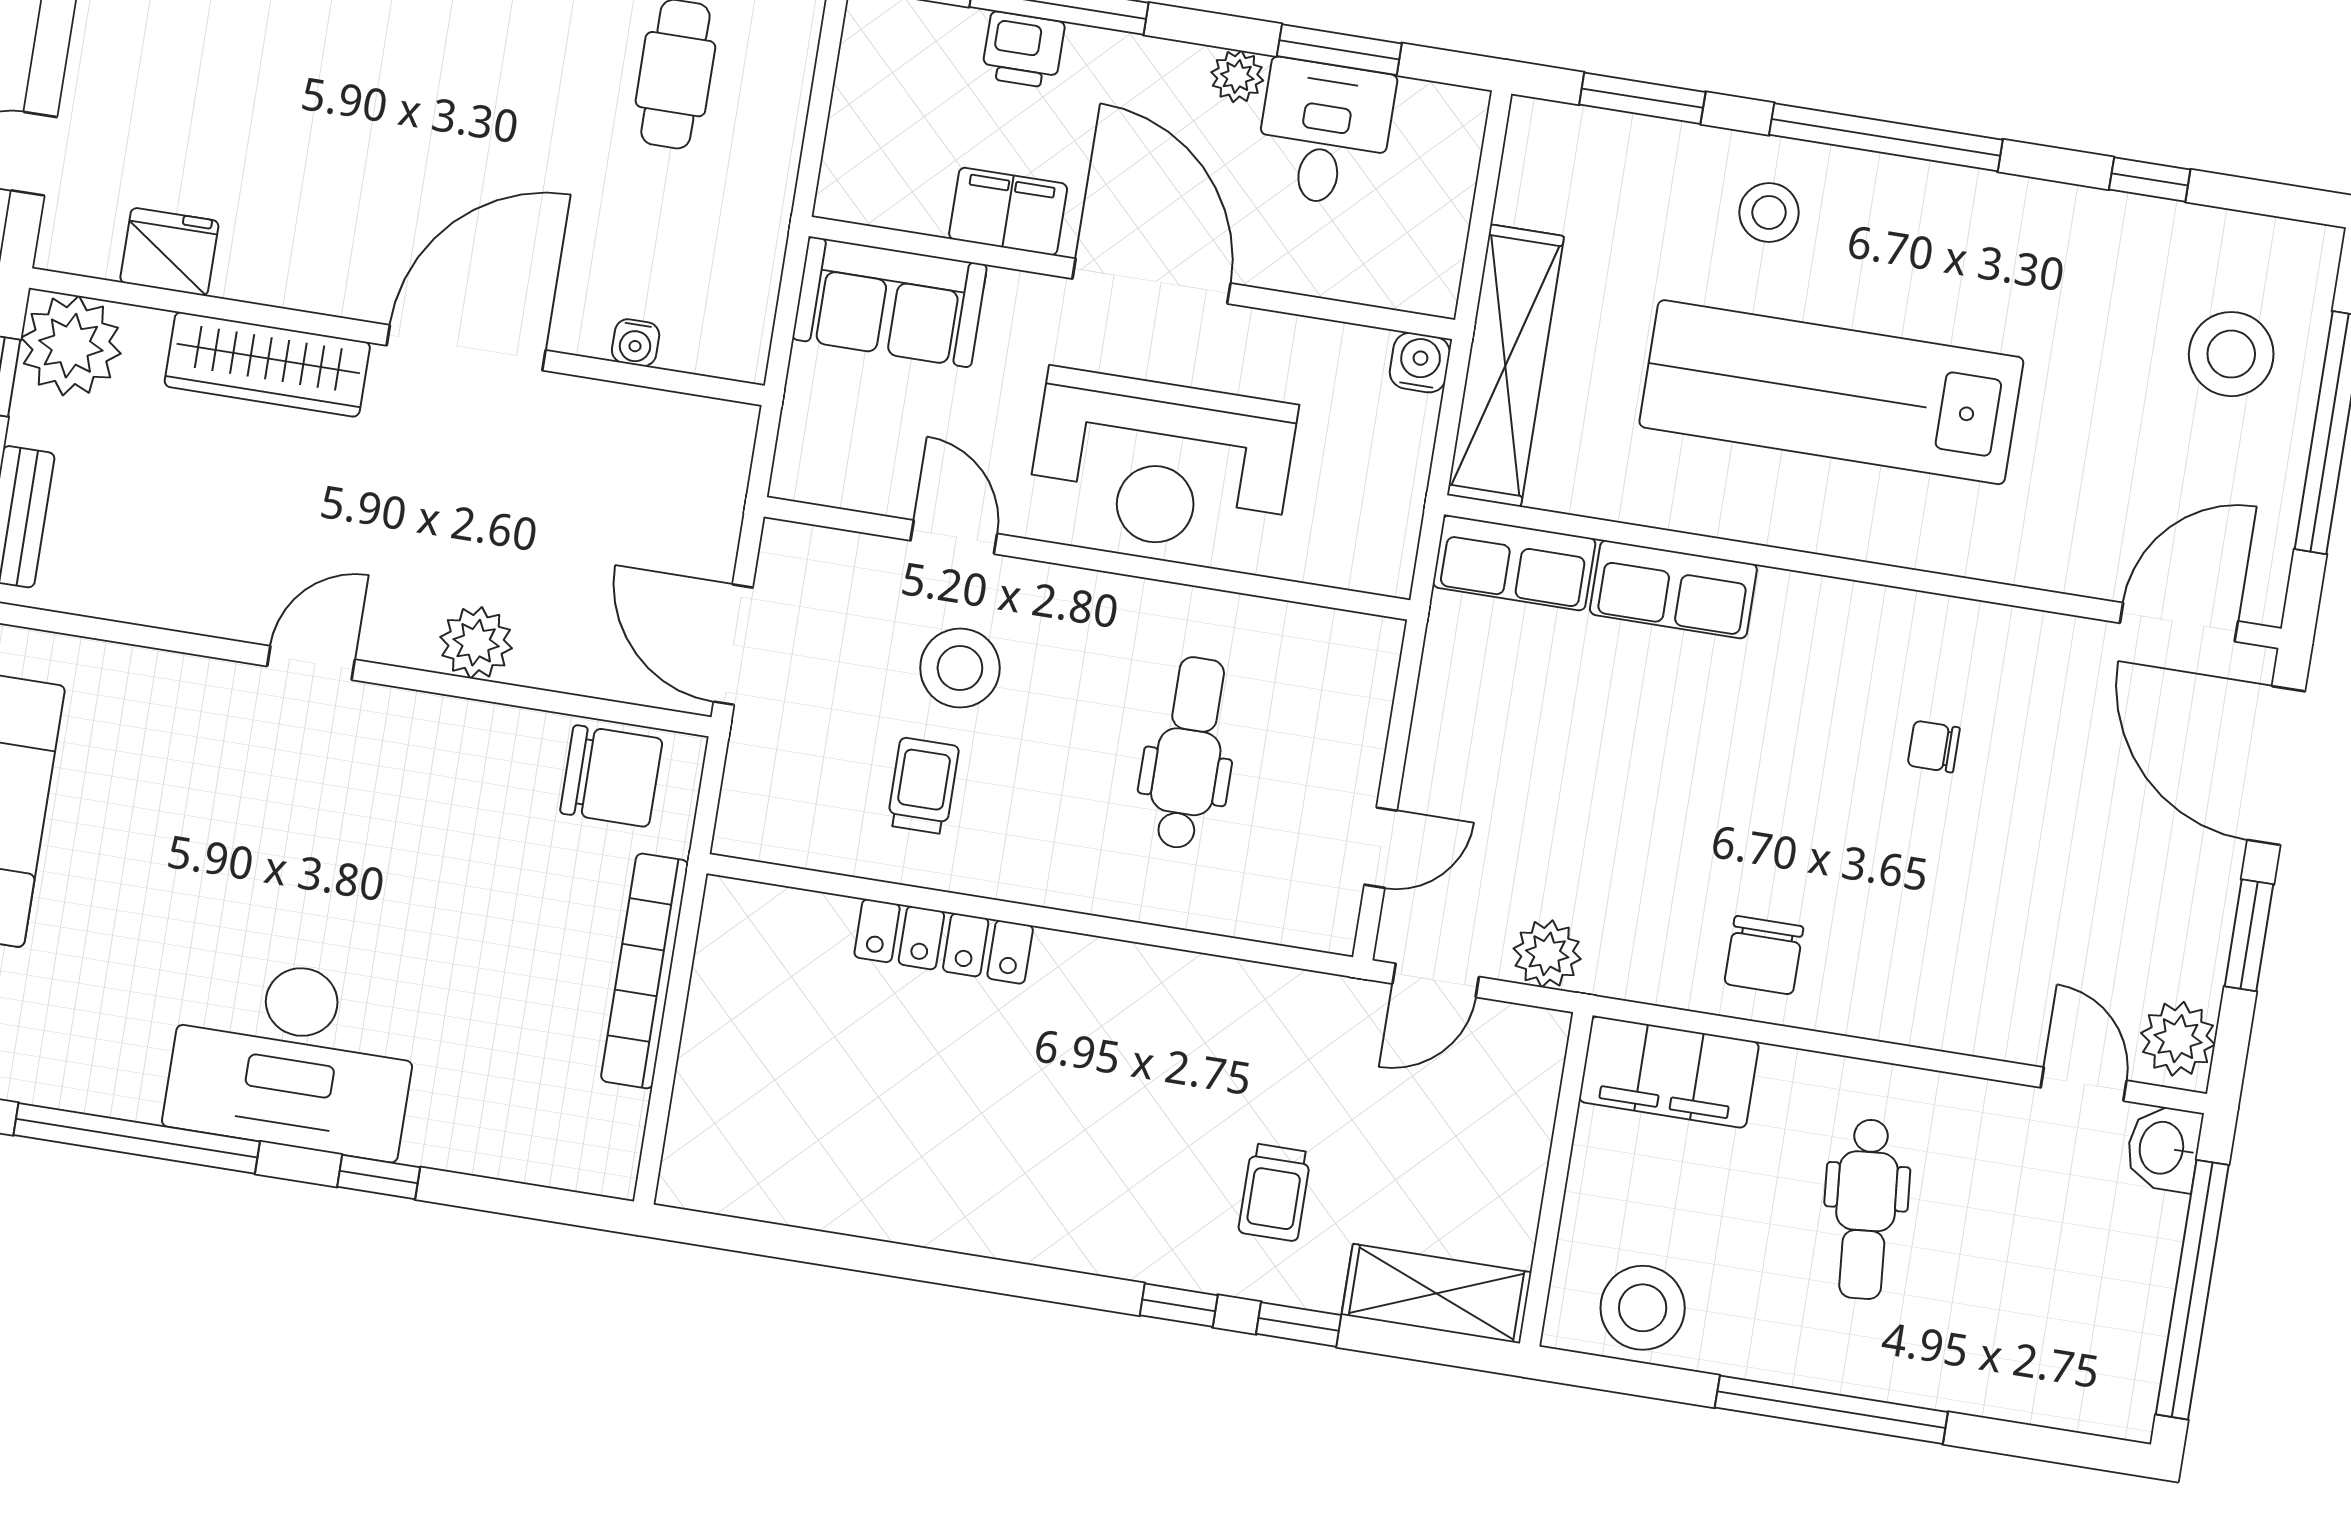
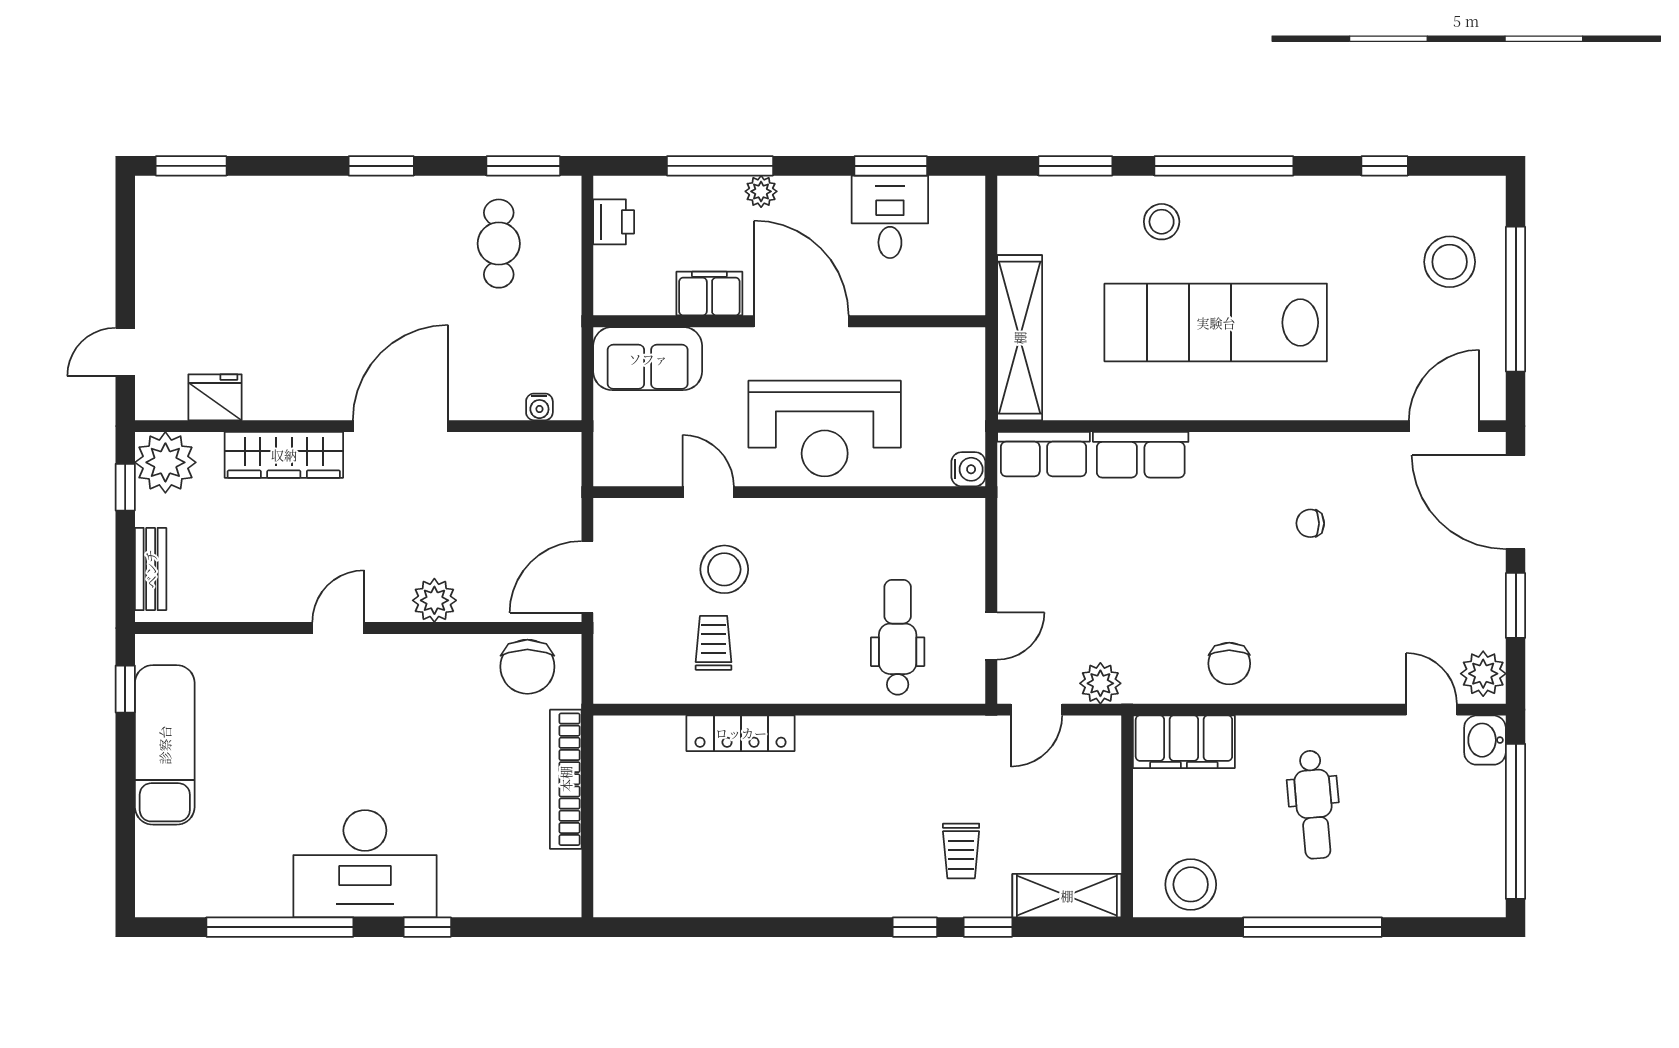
printer: (1023, 50) -> (614, 222), moved, turned -90
plant: (1237, 76) -> (761, 191), moved
water cooler: (636, 343) -> (539, 407), moved
water cooler: (1420, 363) -> (968, 469), moved, turned 90
door: (733, 645) -> (587, 577), hinge flipped
dental chair: (1189, 753) -> (898, 637), moved
chair: (611, 776) -> (527, 667), turned 90

